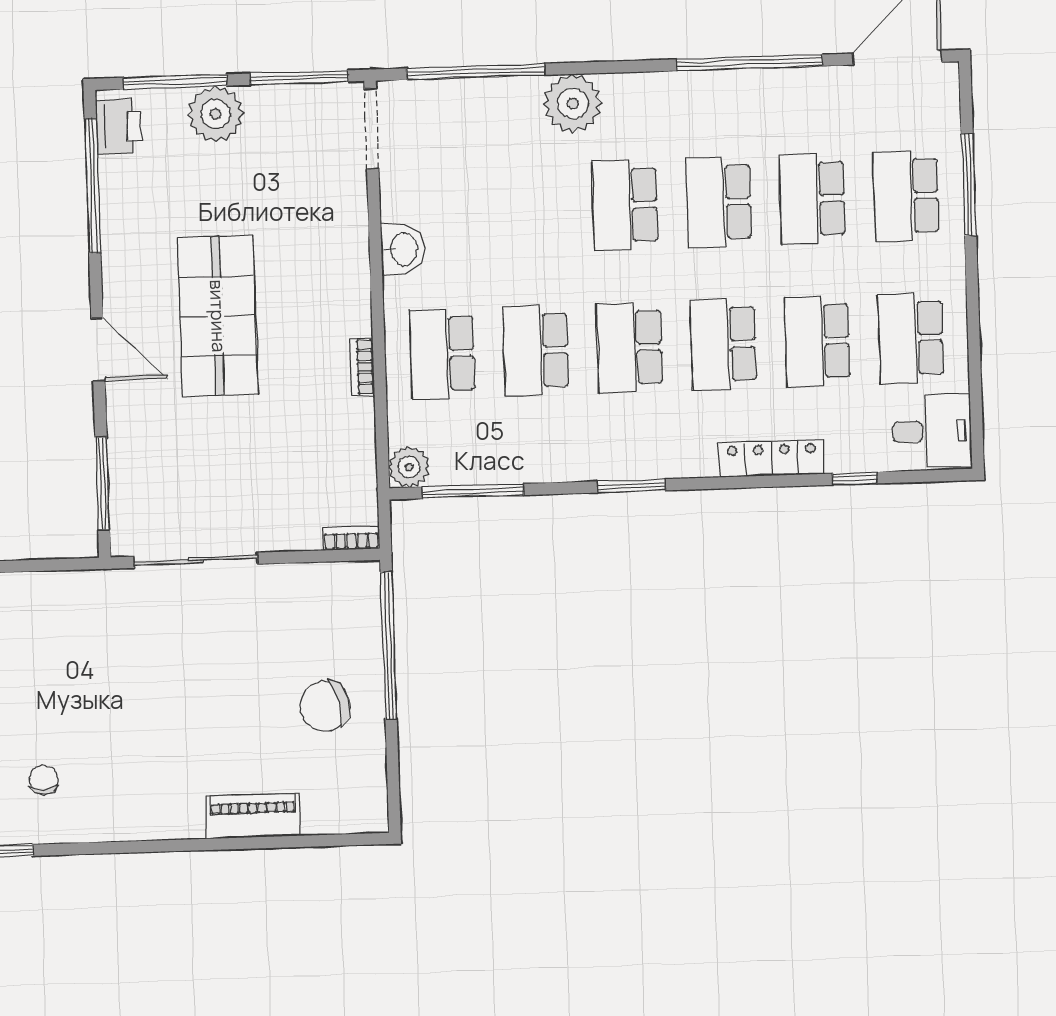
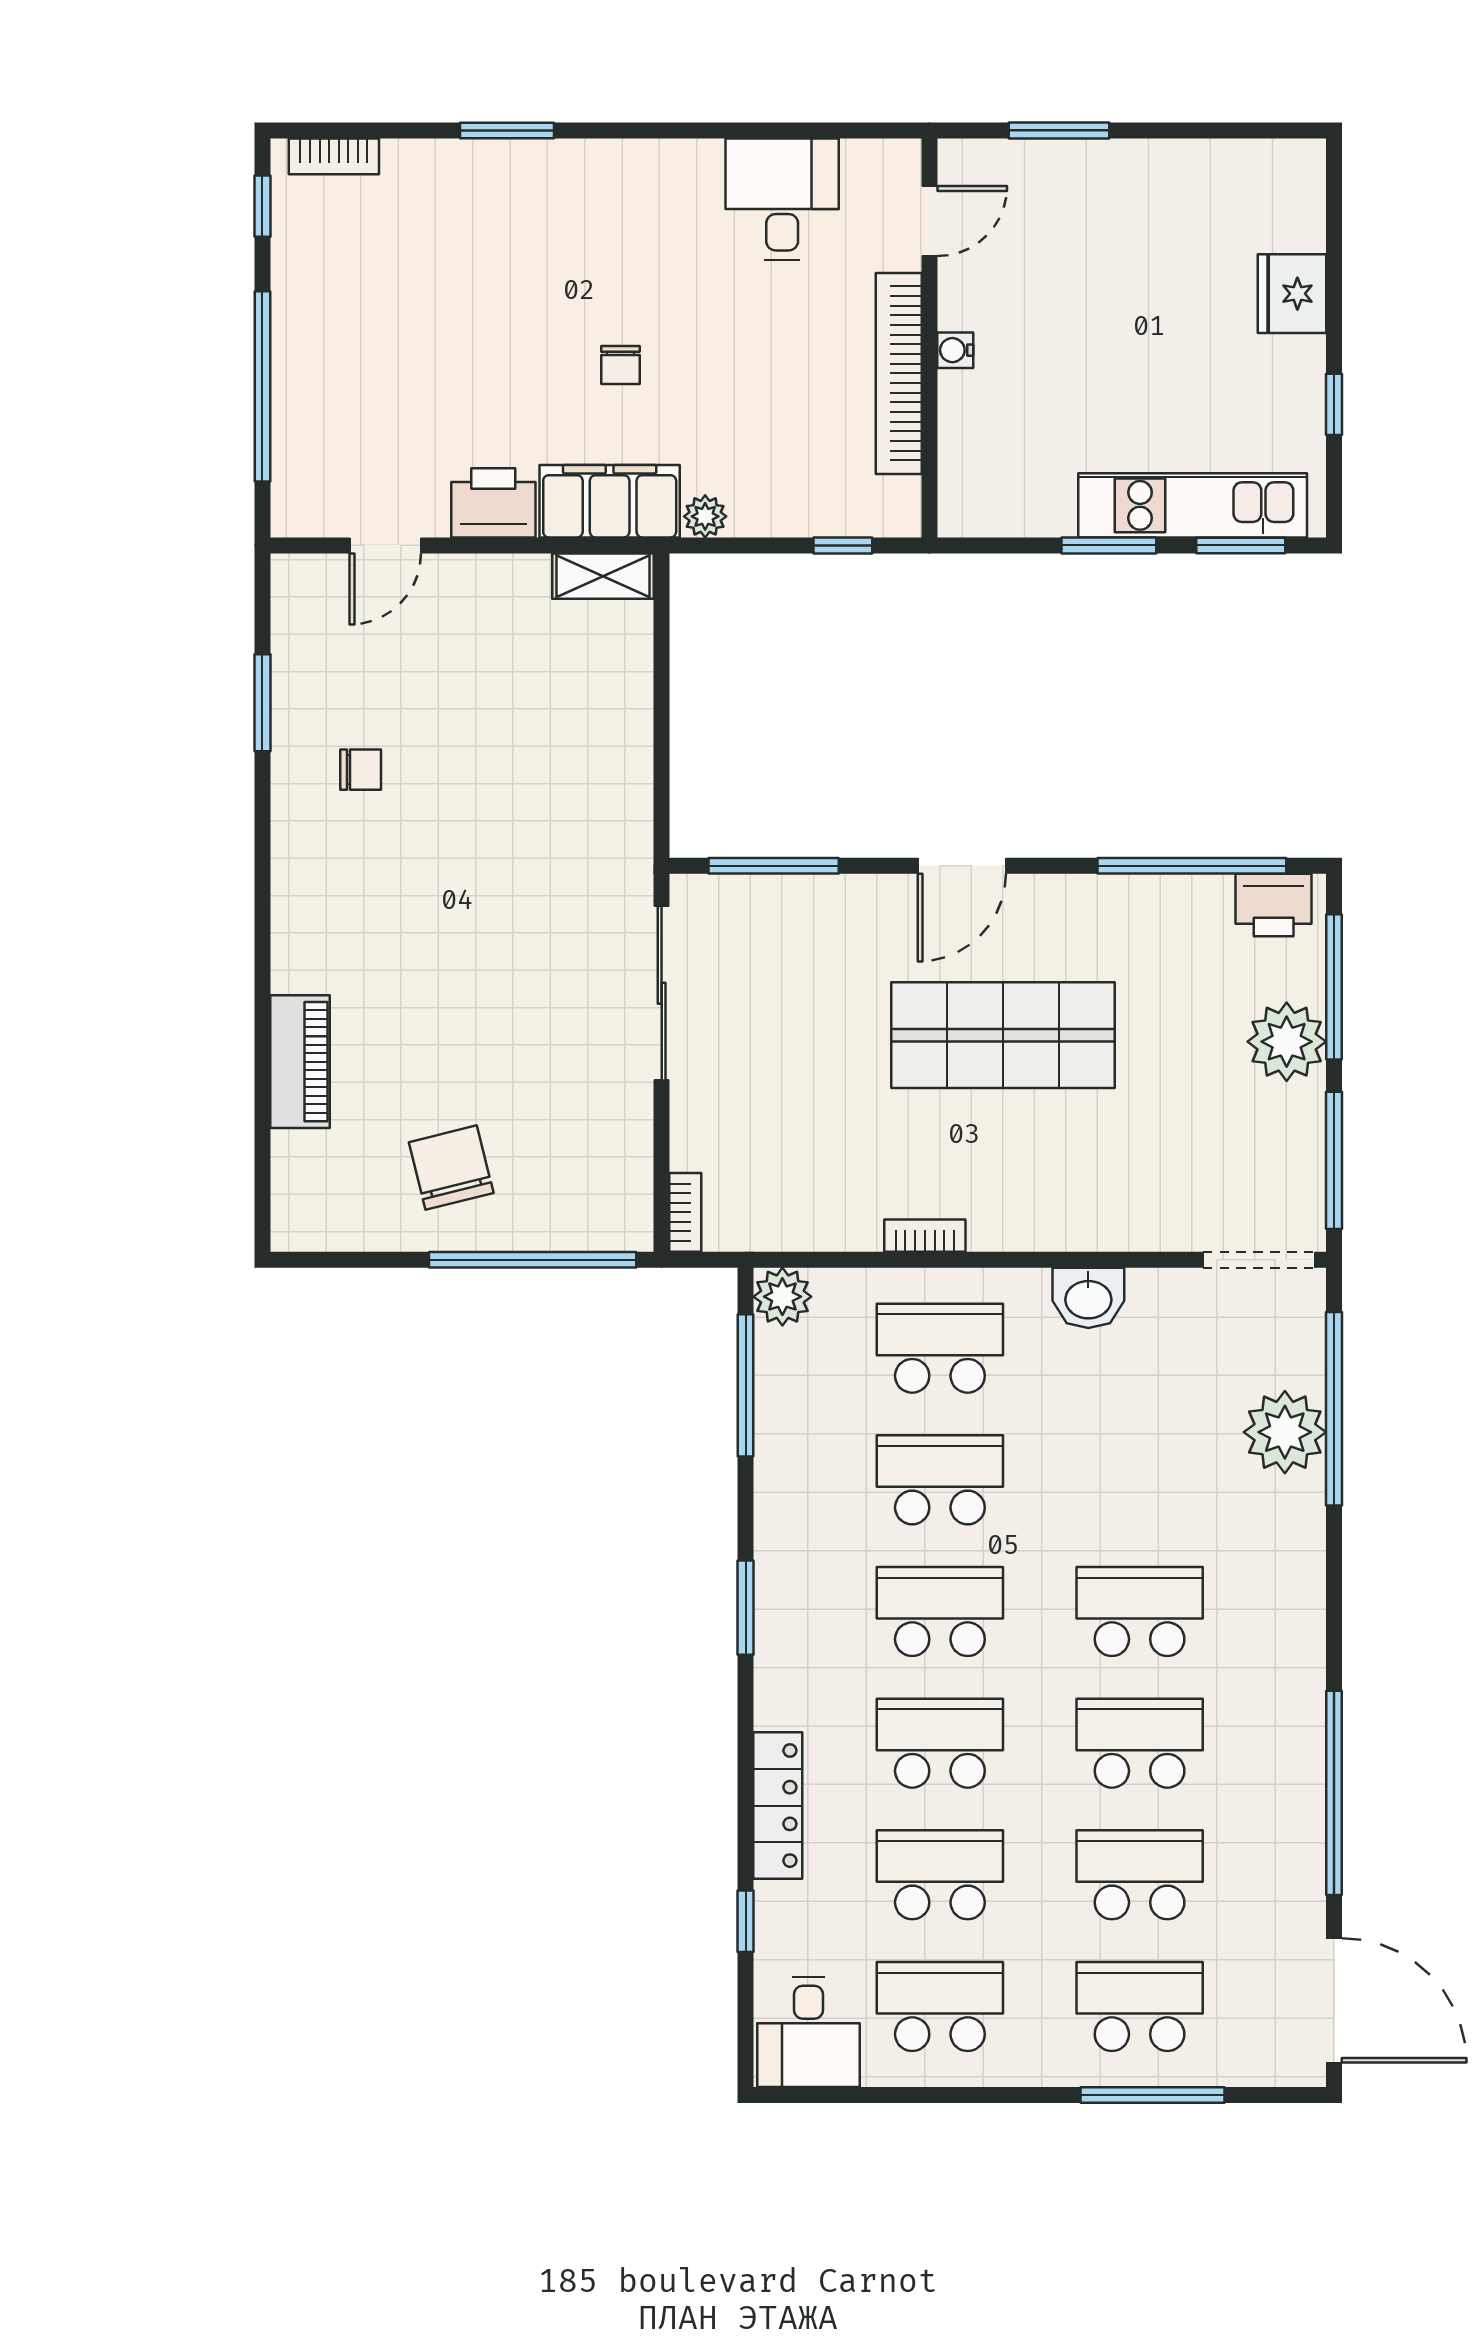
plant: (573, 103) -> (1285, 1432), moved

